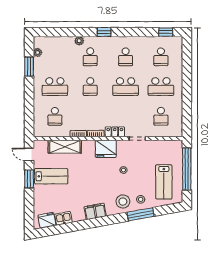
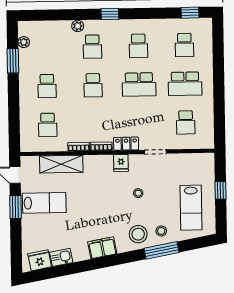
school desk: (55, 87) -> (47, 86), width x0.54
fridge: (106, 149) -> (121, 163), width x0.53, depth x0.75
window: (187, 169) -> (221, 190), width x0.32

